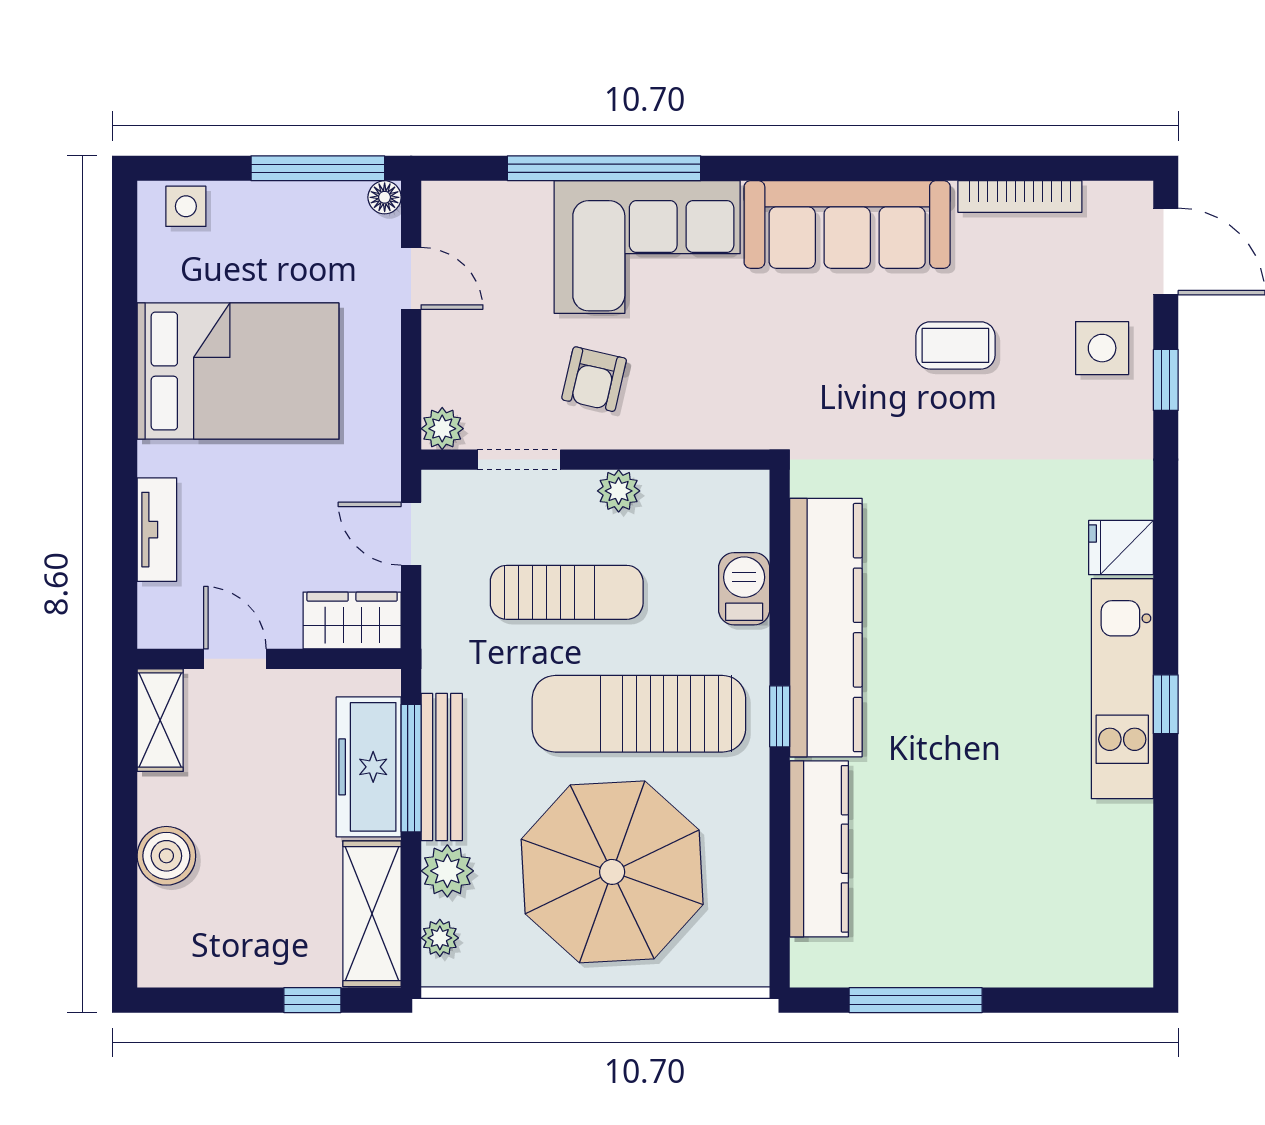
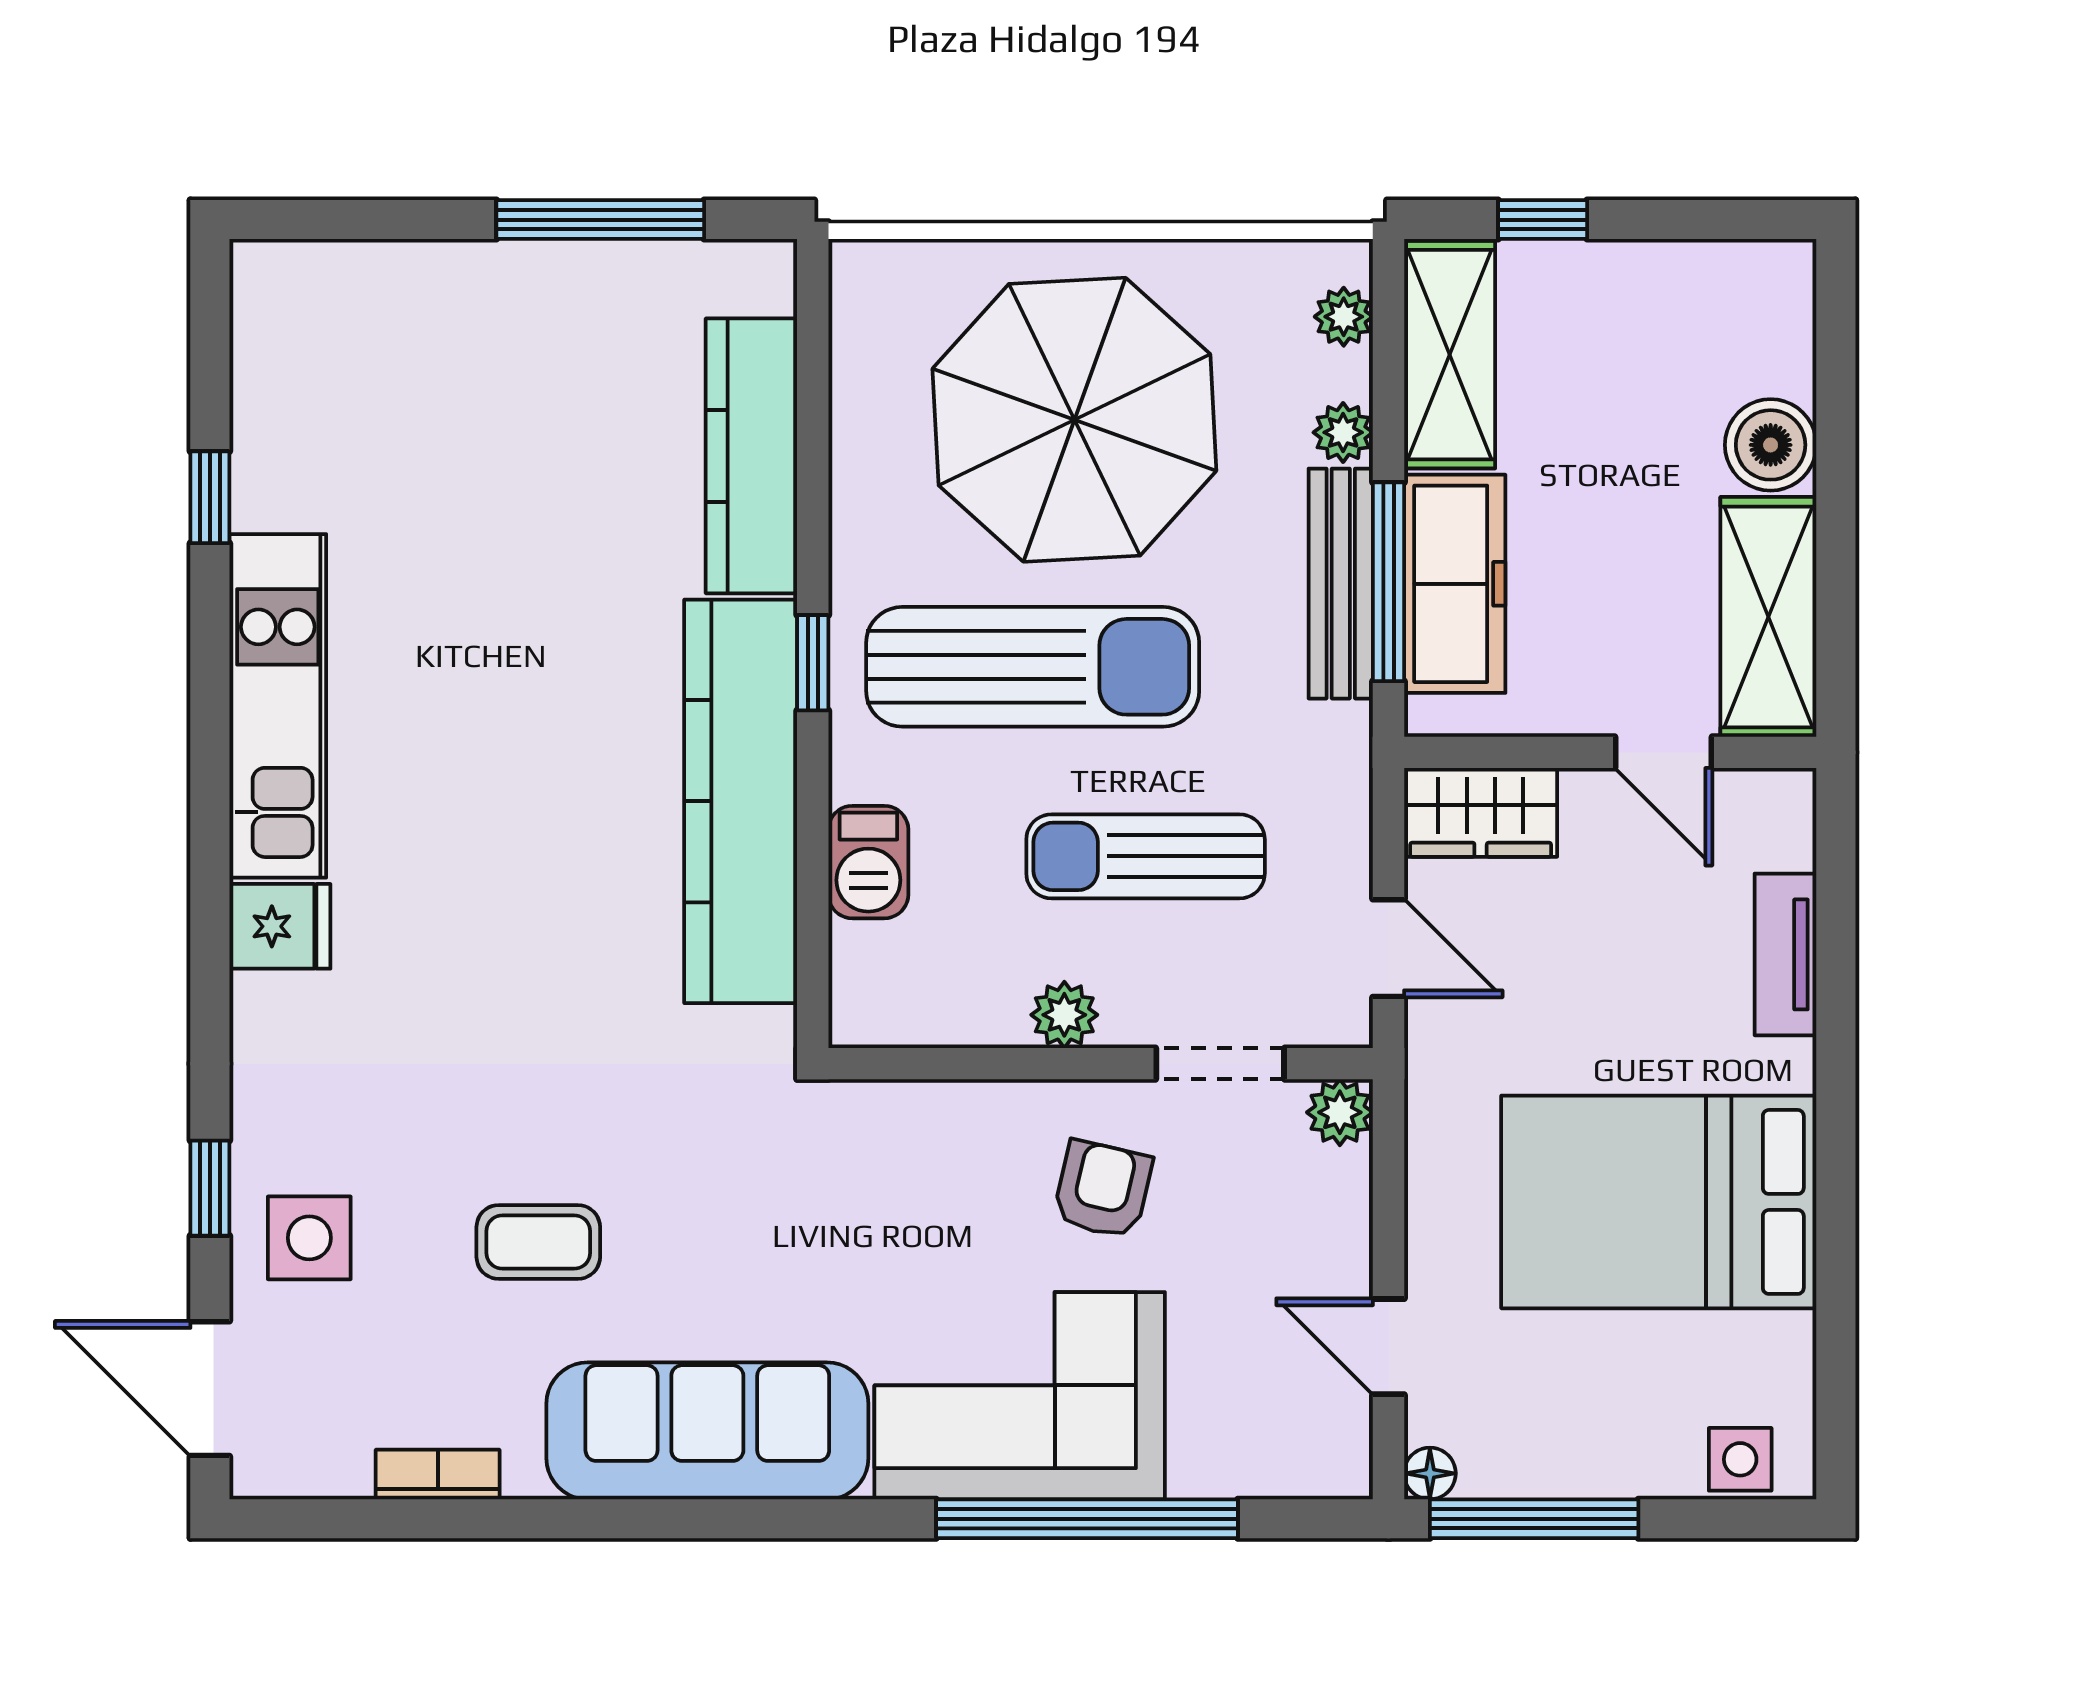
bookcase: (1020, 197) -> (438, 1474), width x0.64
window: (1166, 704) -> (210, 497), moved
shelving: (160, 720) -> (1768, 617), width x1.50, depth x1.33
plant: (447, 871) -> (1343, 432), width x0.73, depth x0.73

